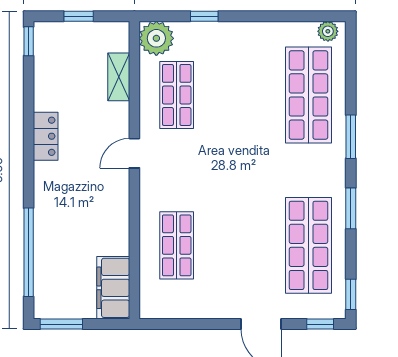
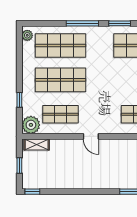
shelving: (119, 77) -> (37, 145), moved
shop shelf: (243, 95) -> (60, 80), added
locker: (46, 136) -> (82, 183), removed
window: (351, 137) -> (82, 23), width x1.44

